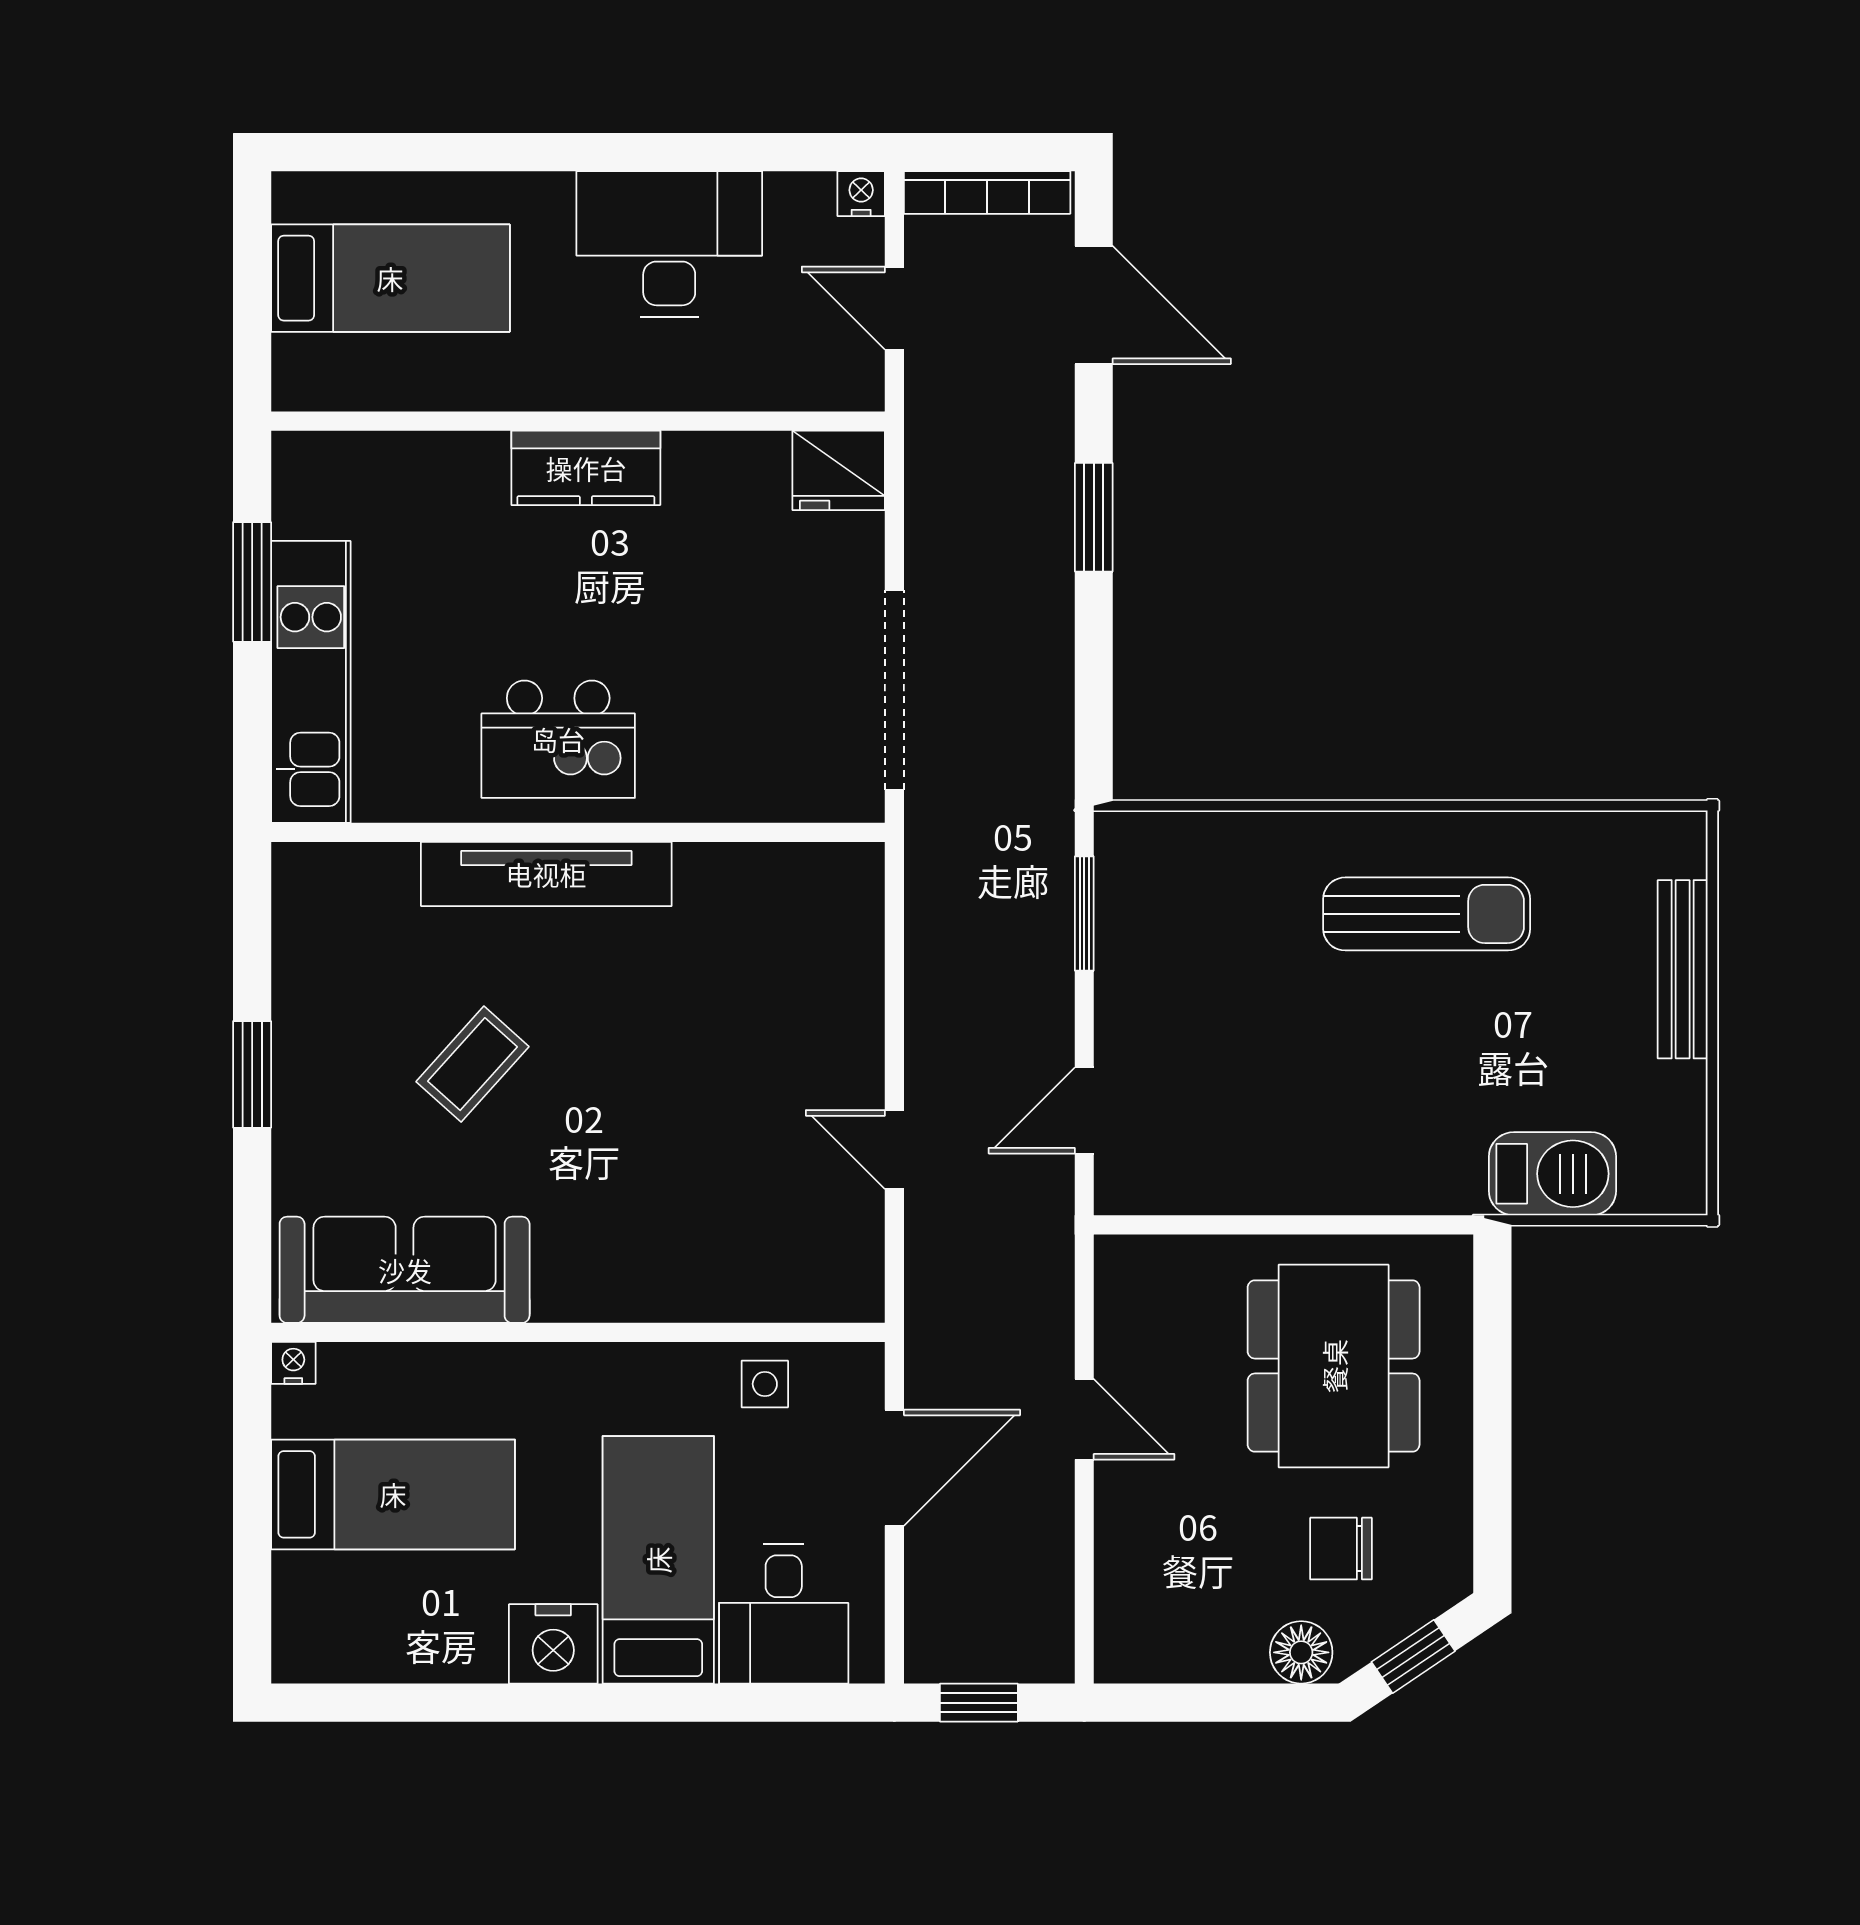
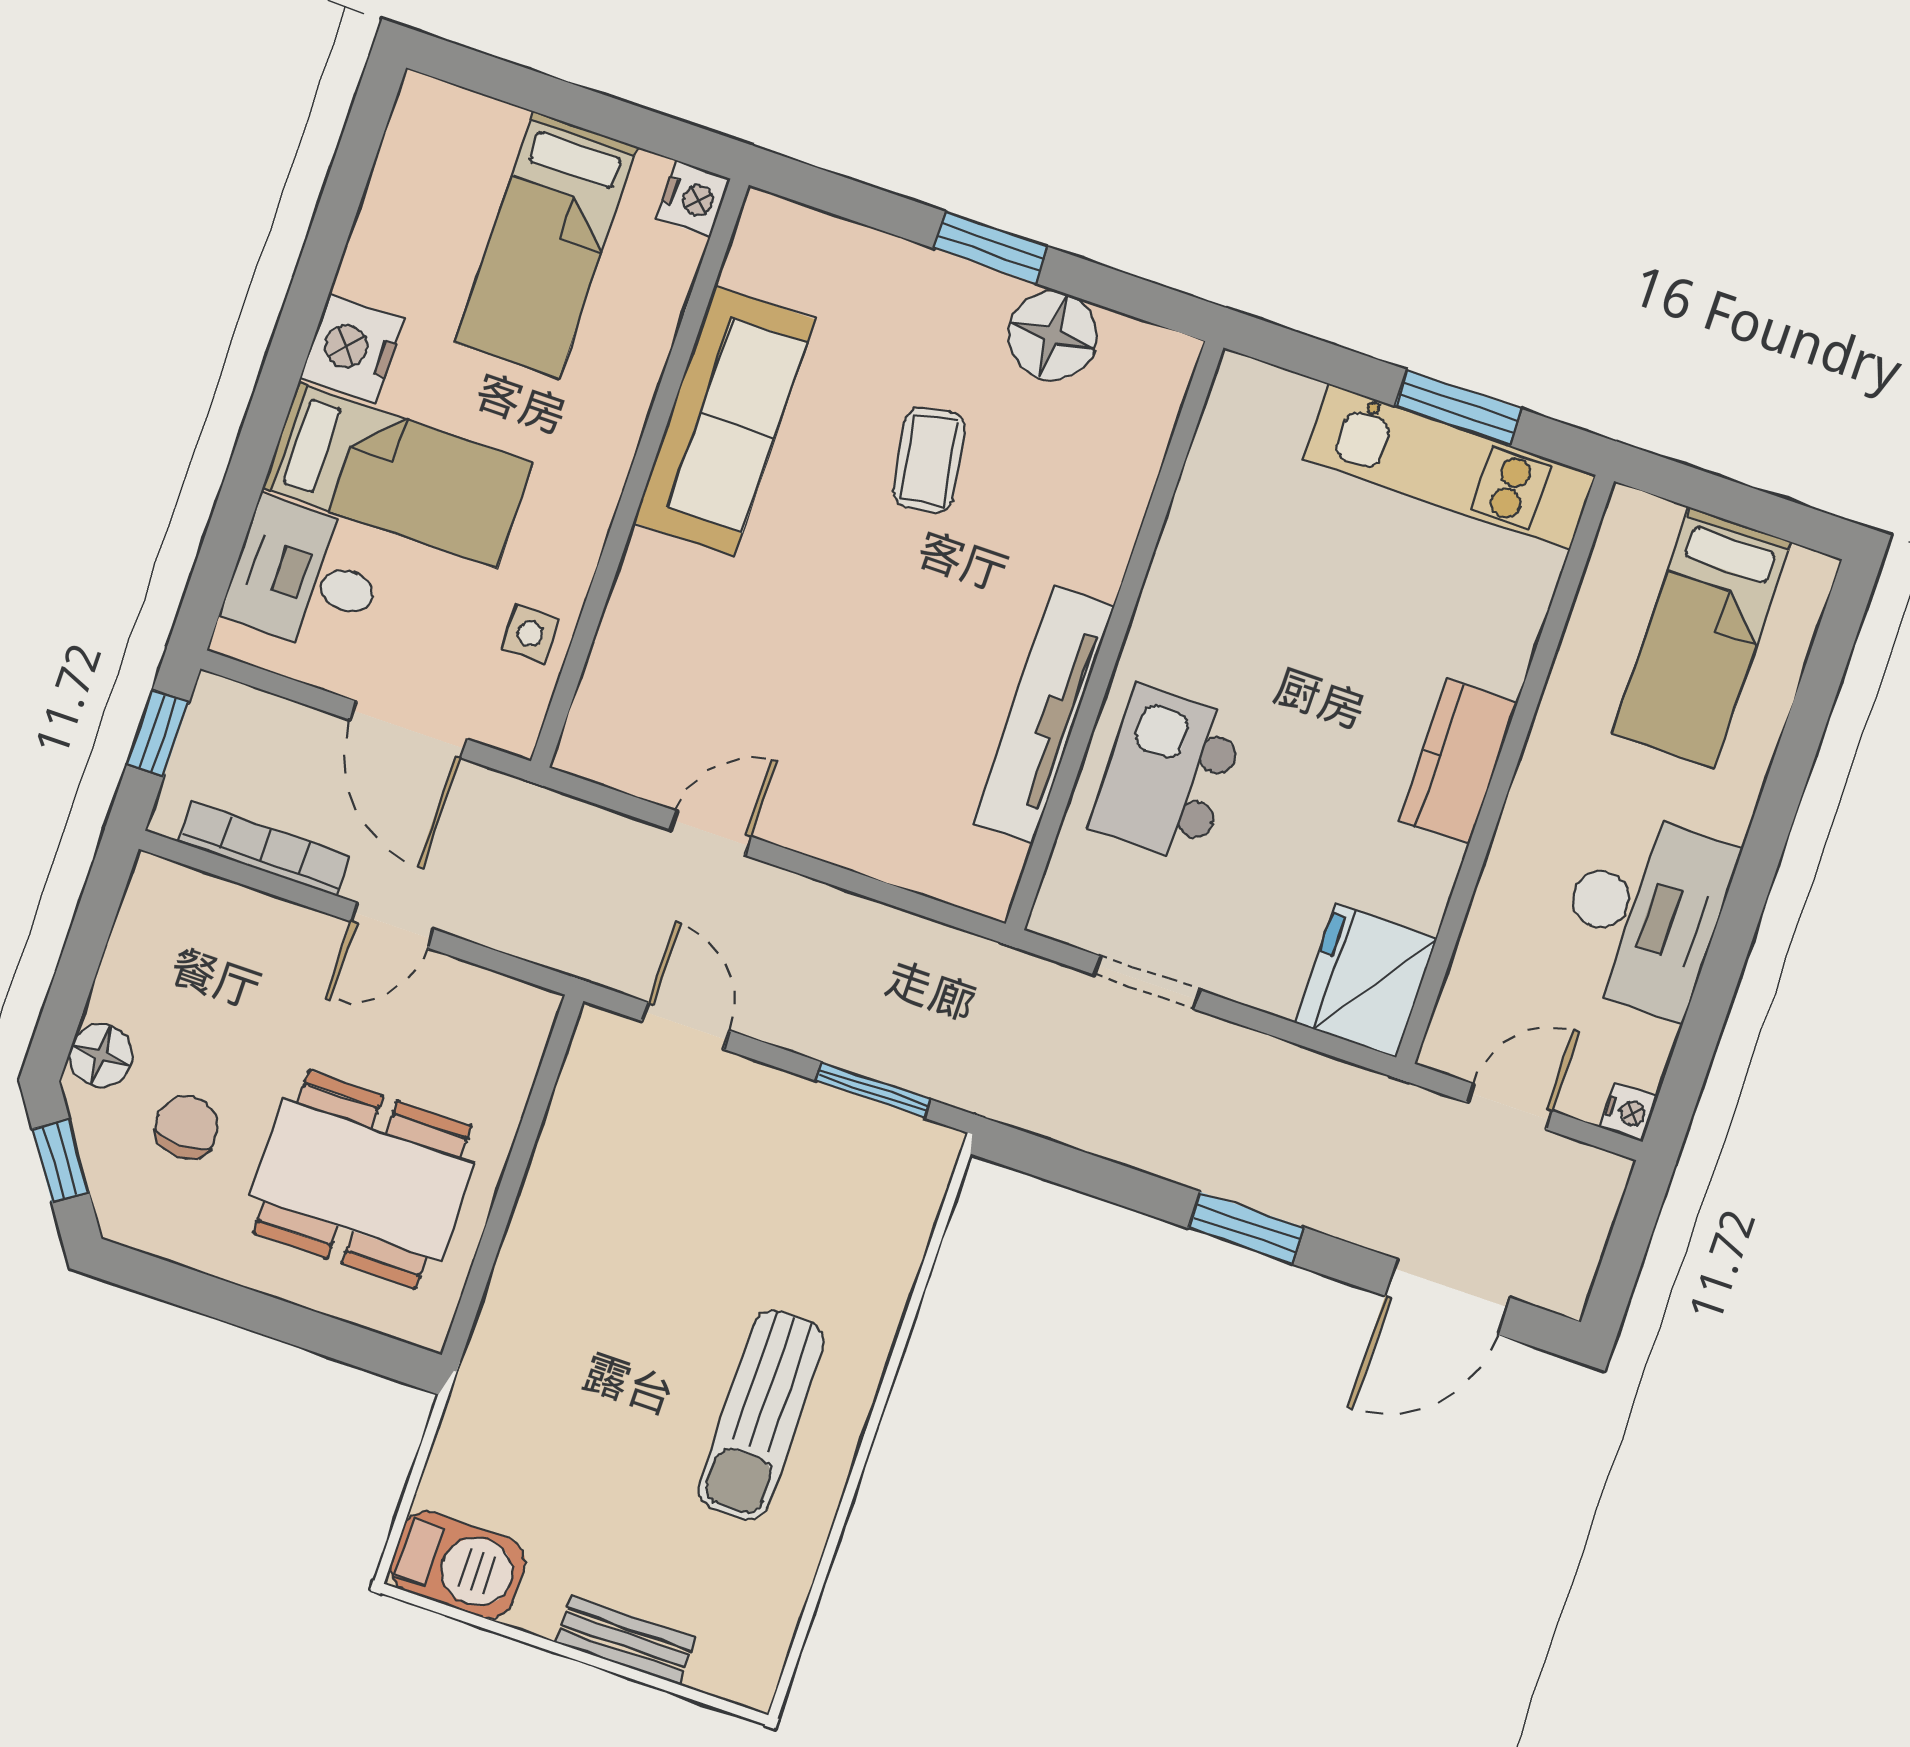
bookcase: (987, 192) -> (264, 849), moved, turned 90
fridge: (839, 470) -> (1366, 981), width x1.36, depth x1.34
kitchen unit: (311, 682) -> (1449, 467), moved
doorway: (894, 690) -> (1147, 982), width x0.53
kitchen island: (558, 739) -> (1167, 774), moved
tv unit: (546, 874) -> (1043, 715), moved
bench: (1683, 969) -> (625, 1640), width x0.73
floor lamp: (315, 988) -> (1053, 336), added
coffee table: (472, 1064) -> (929, 460), turned 39
barbecue: (1552, 1174) -> (458, 1565), moved, turned -90
sofa: (405, 1270) -> (724, 421), moved
nightstand: (293, 1363) -> (693, 199), width x1.39, depth x1.35

